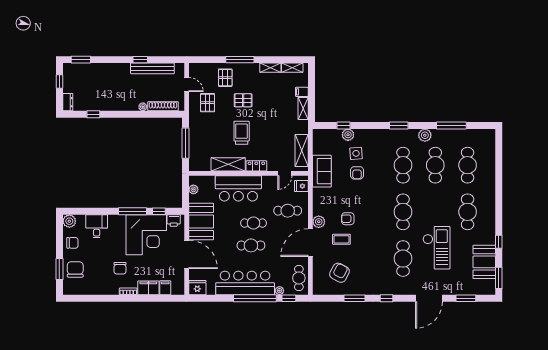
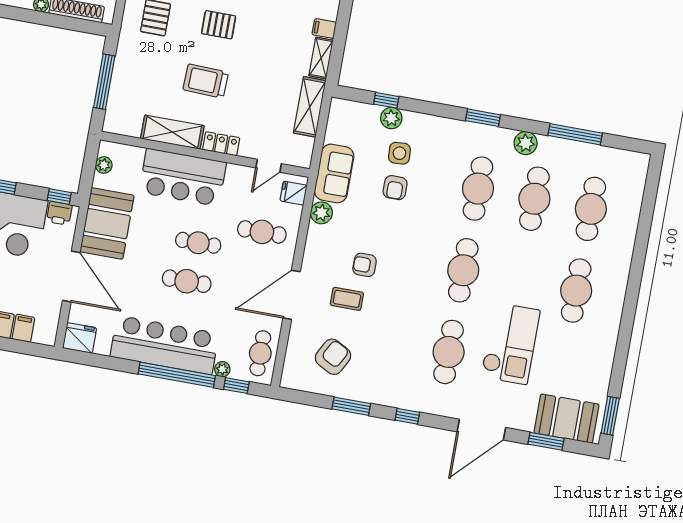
trolley: (242, 133) -> (206, 81), turned -88
shelving: (302, 151) -> (310, 107), moved
window: (159, 211) -> (59, 197), moved
plant: (319, 222) -> (321, 213), moved
window: (499, 242) -> (621, 353), removed
booth: (484, 262) -> (566, 419), moved, turned 90

